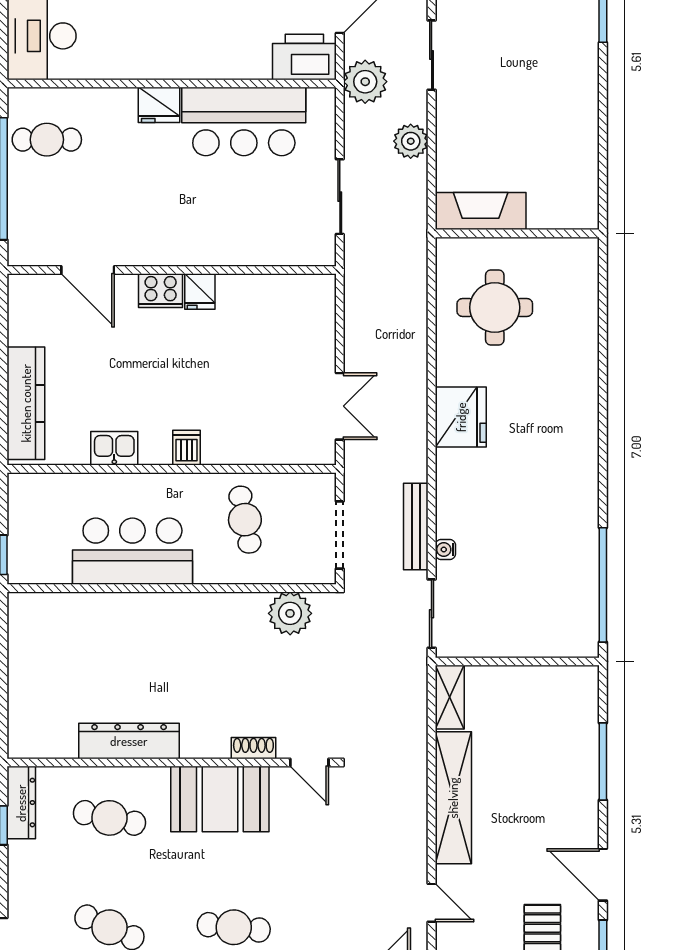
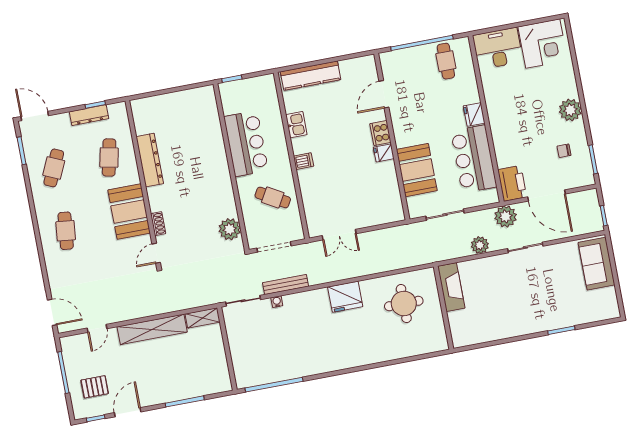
booth: (244, 235) -> (417, 170), added
cafe table: (245, 520) -> (273, 197), turned 41
dresser: (21, 803) -> (89, 115), moved

